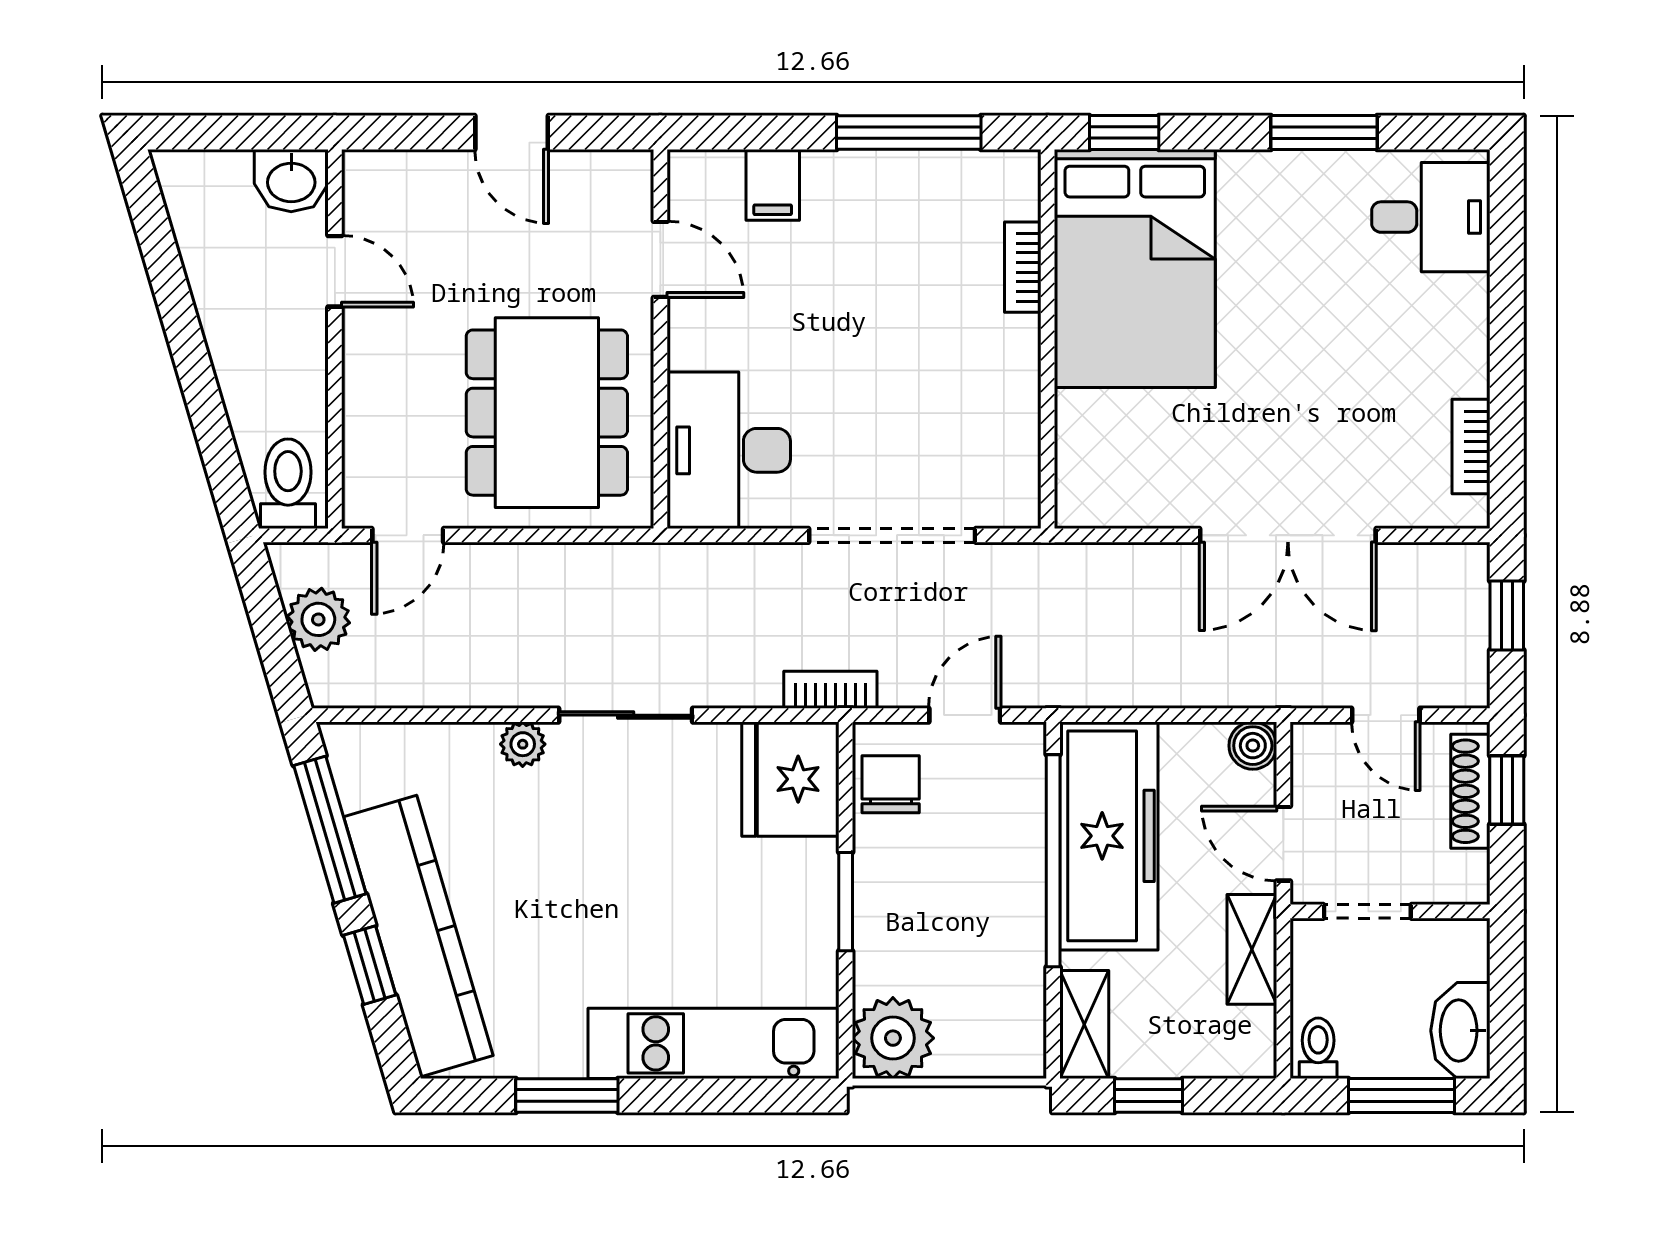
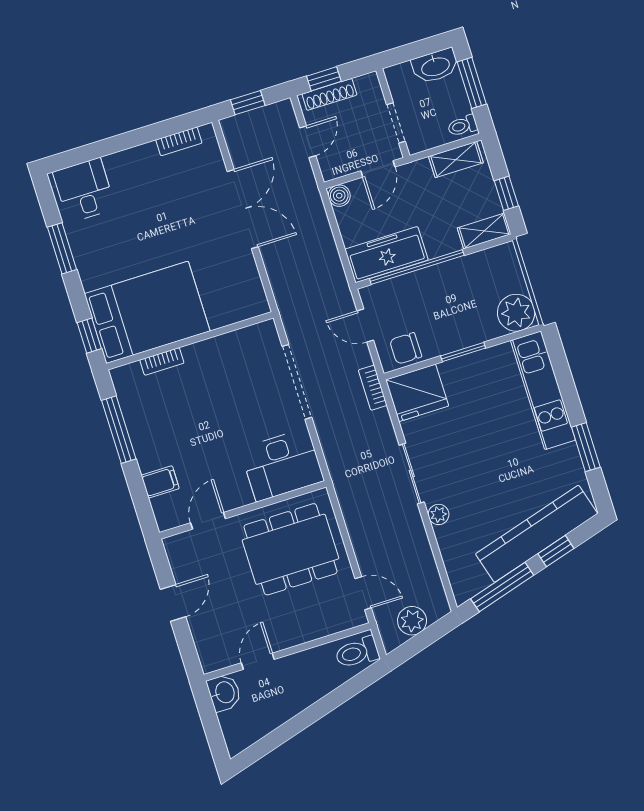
freezer: (1109, 836) -> (386, 255), width x0.73, depth x0.79
shelving: (1252, 949) -> (456, 160), moved

